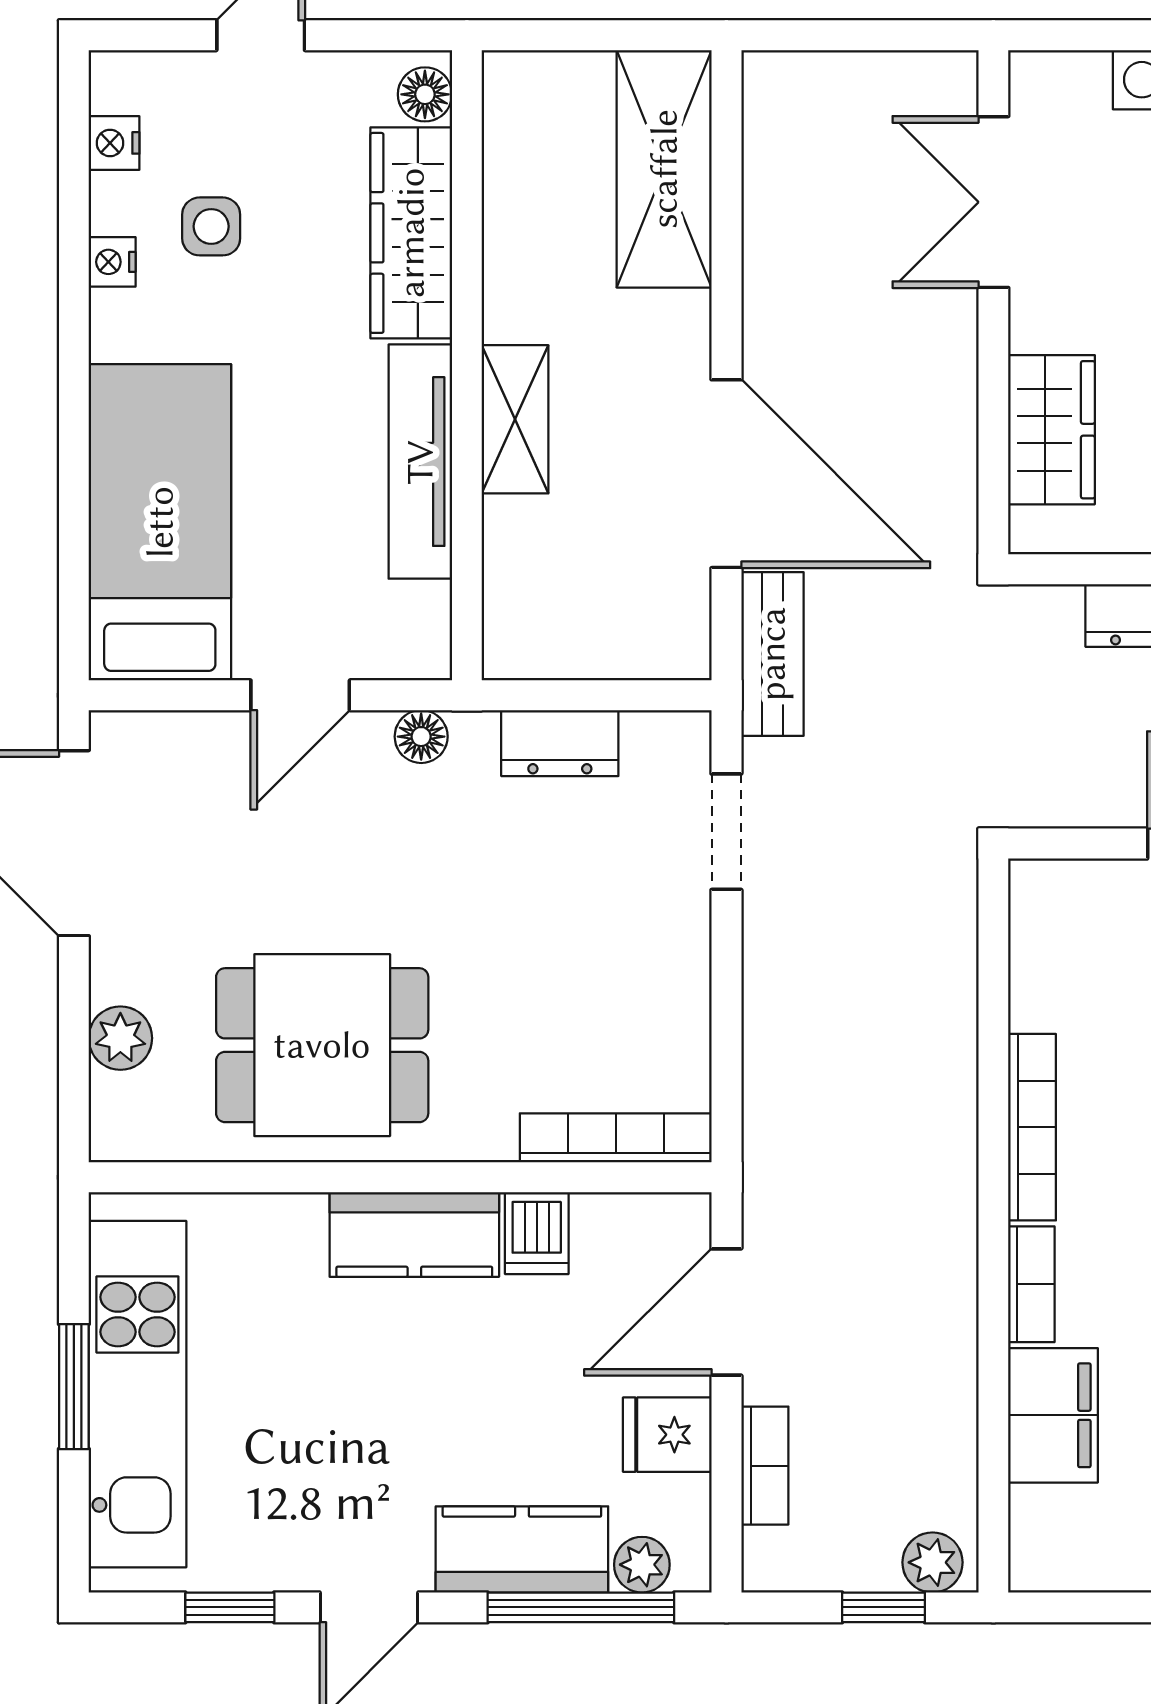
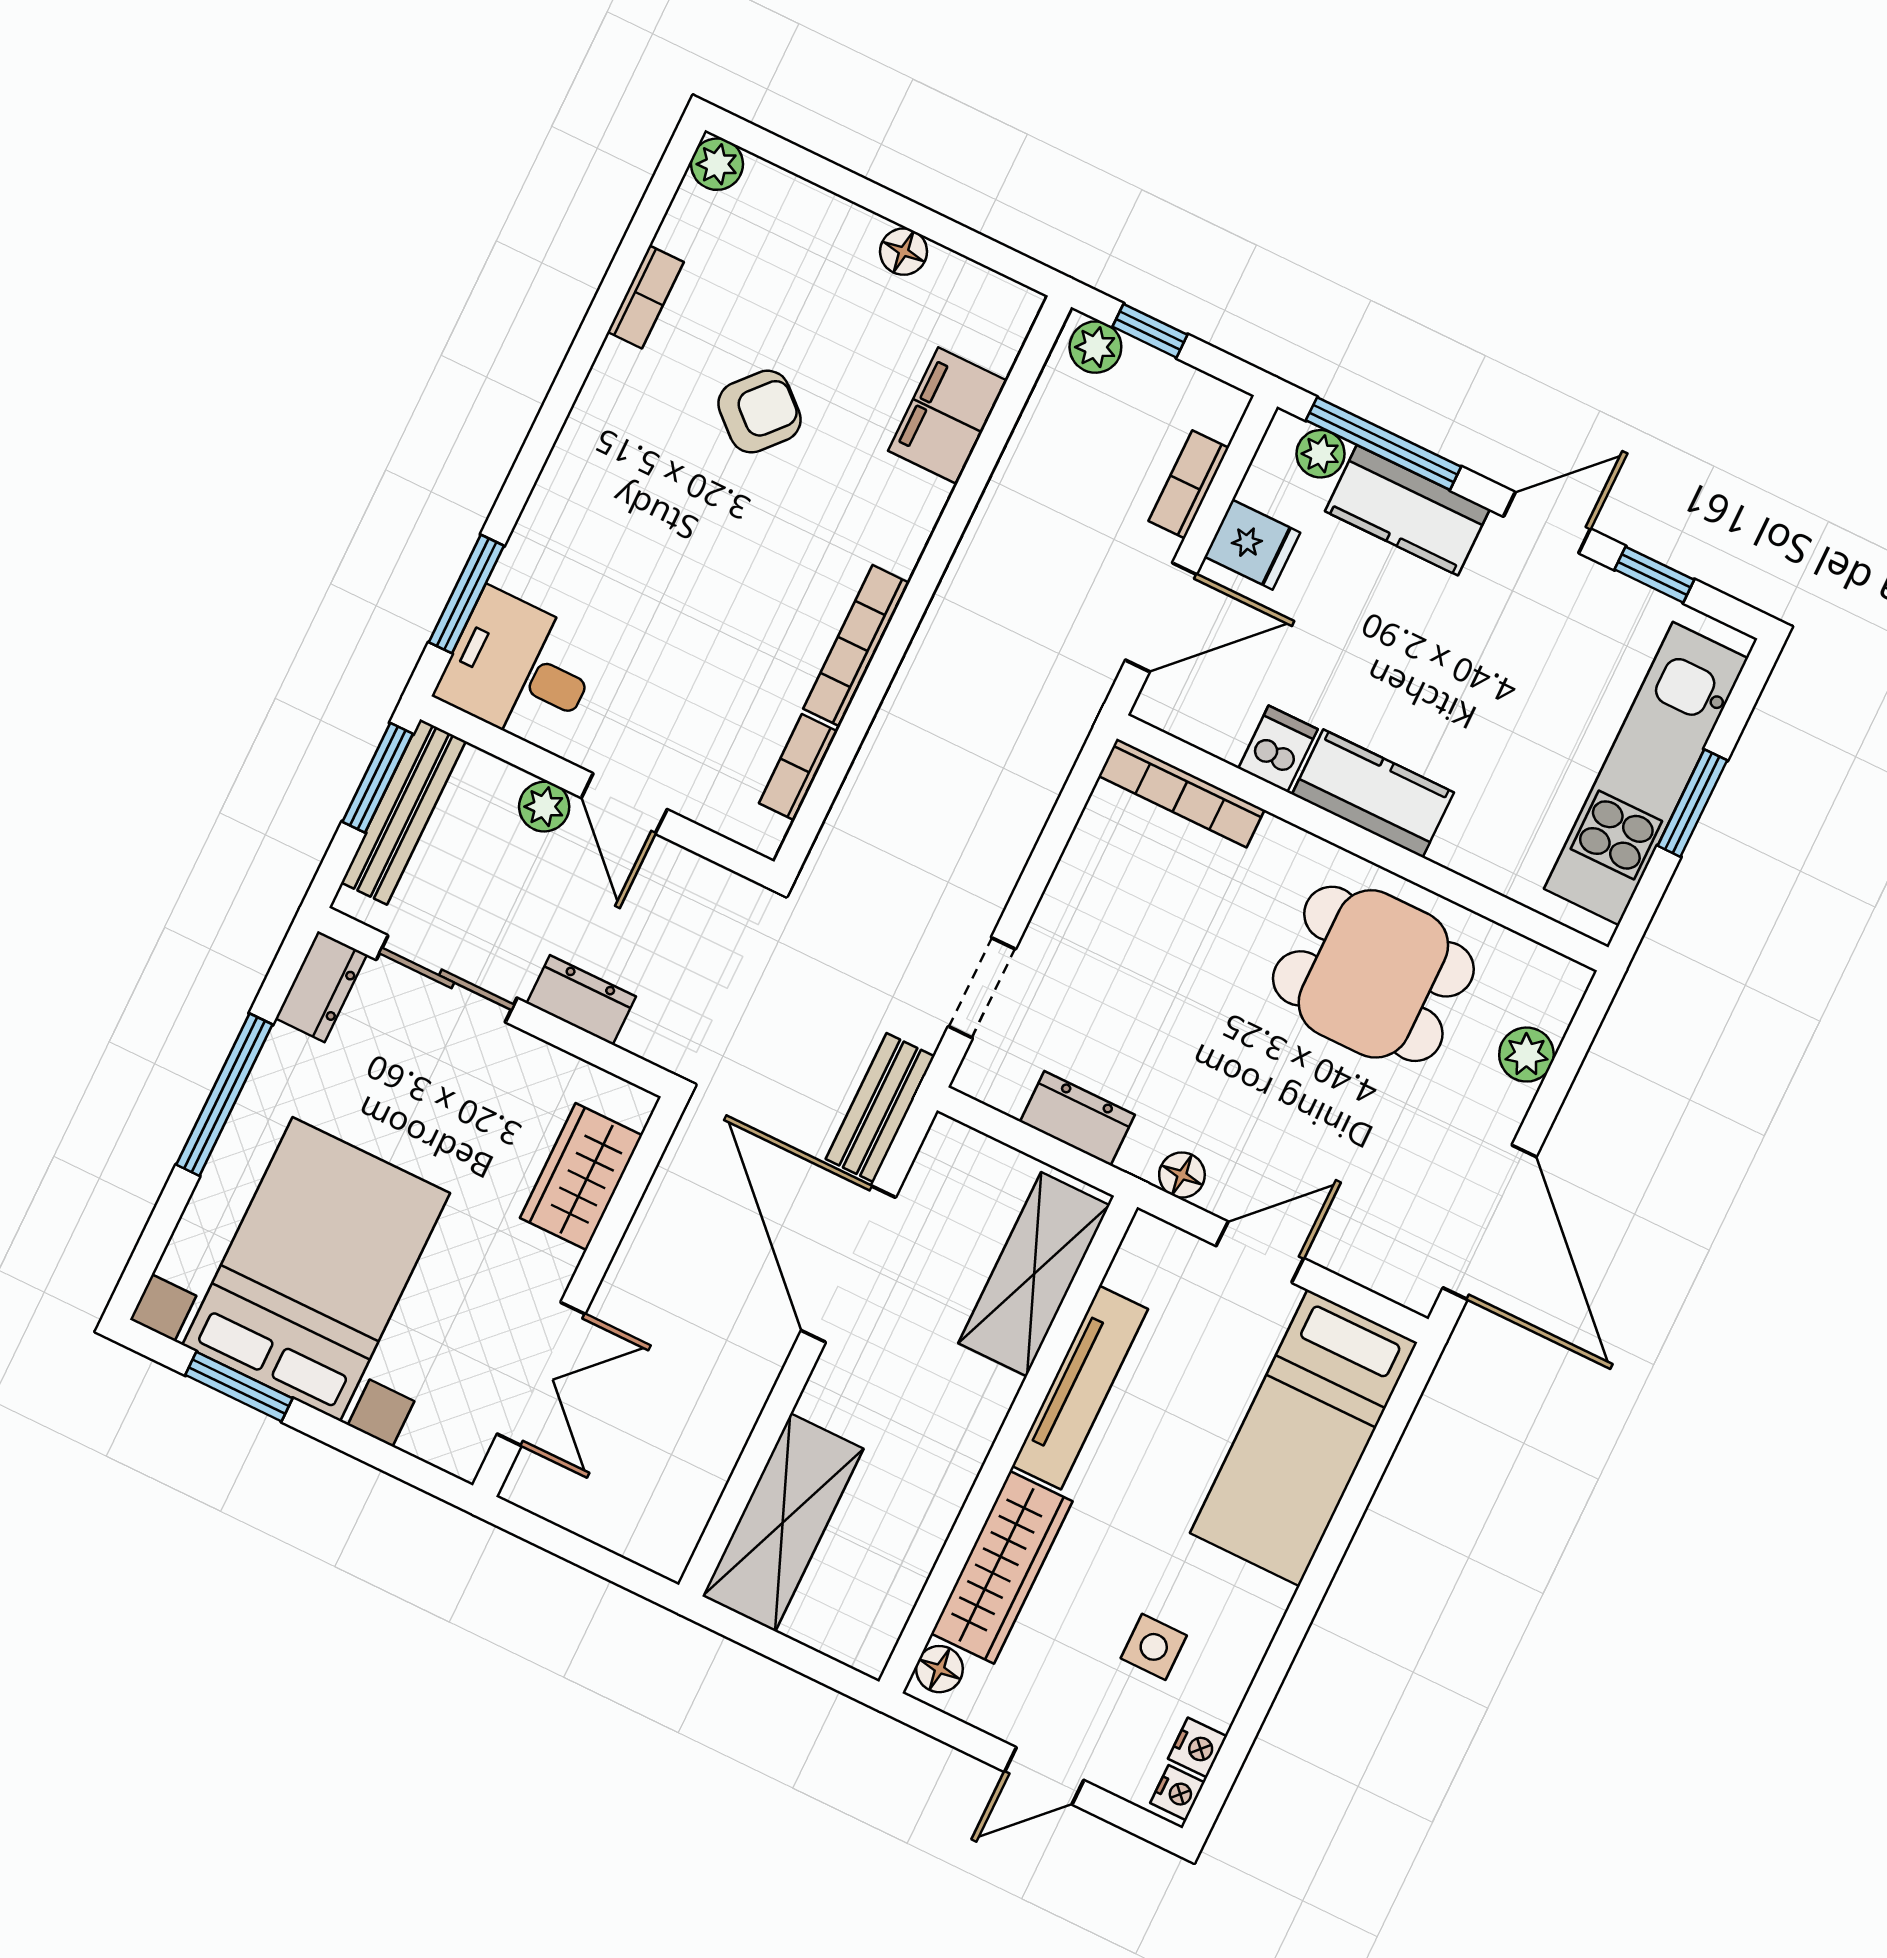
nightstand: (112, 262) -> (1177, 1793), moved
shelving: (515, 419) -> (1034, 1274), moved, width x1.50, depth x1.33
bookcase: (1031, 1284) -> (798, 767), moved

